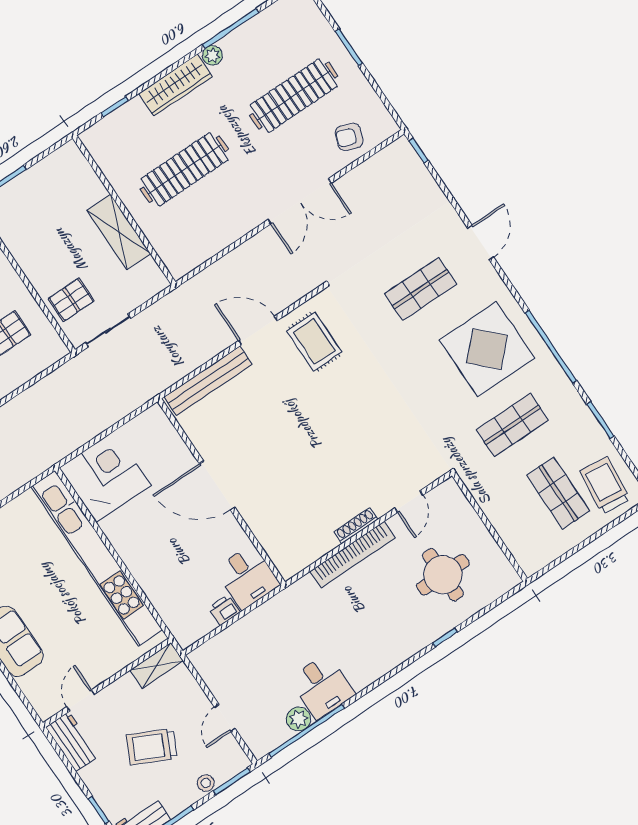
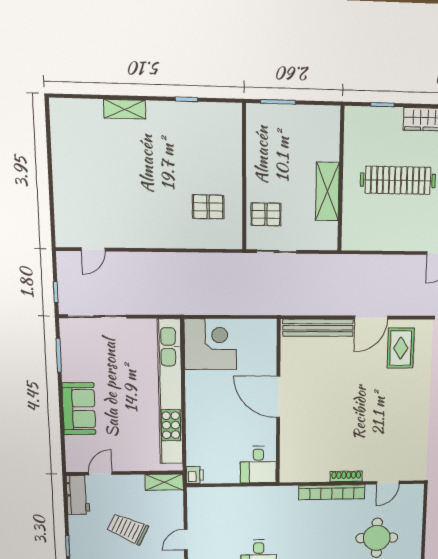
door: (258, 331) -> (371, 317), swing flipped
printer: (224, 610) -> (195, 475), moved, turned 90

